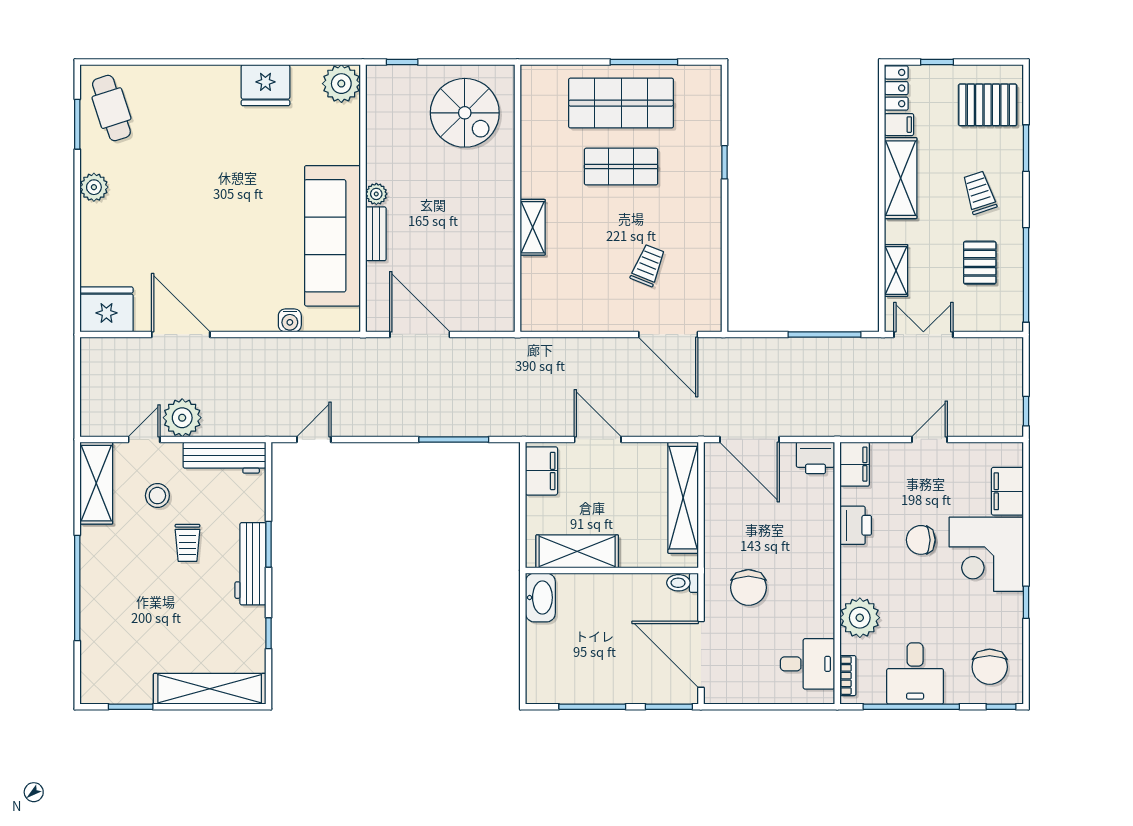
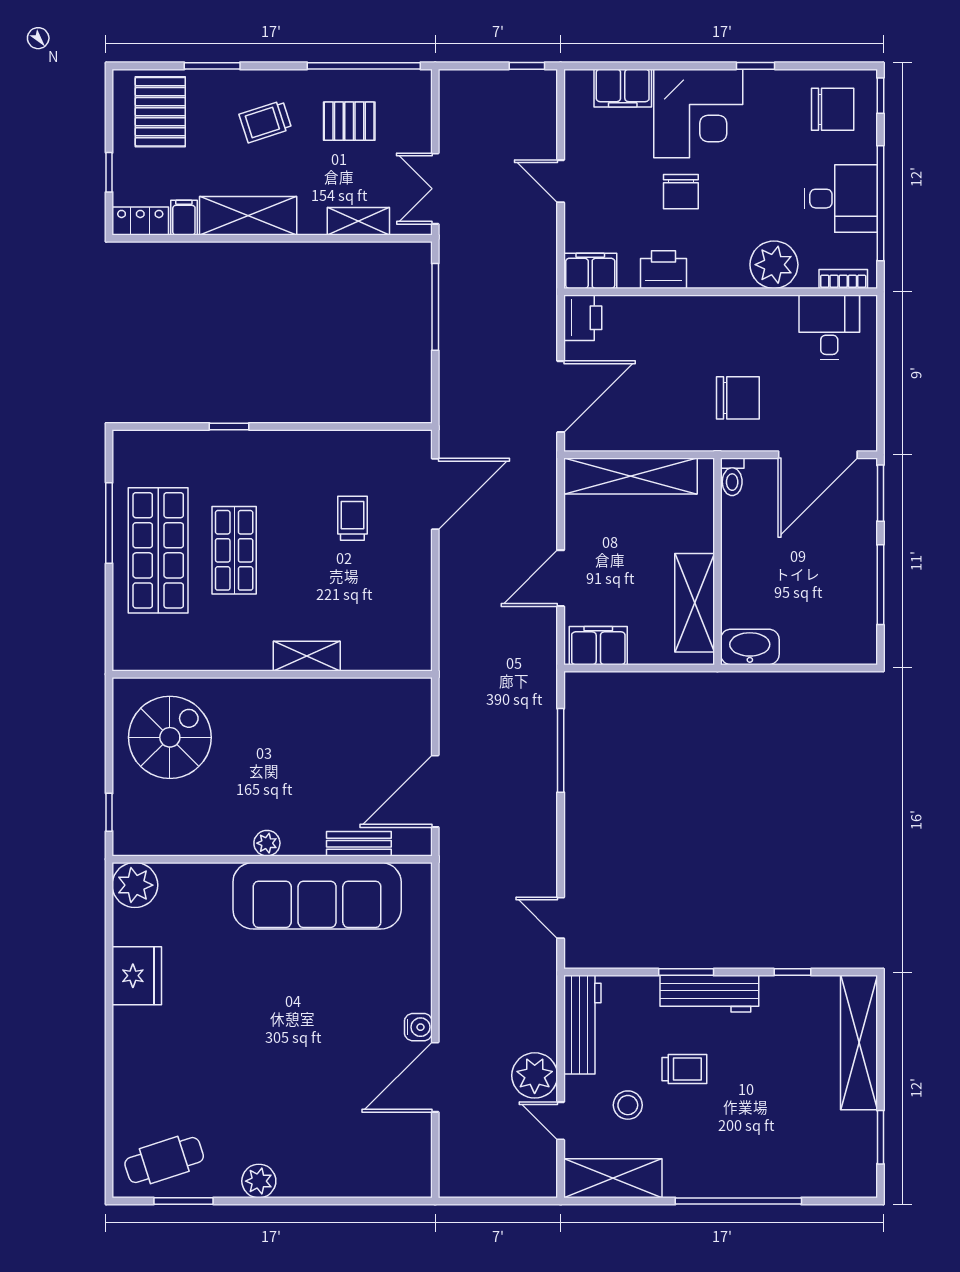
bench: (376, 234) -> (359, 844), moved
trolley: (648, 265) -> (352, 518), turned 68
fridge: (106, 309) -> (405, 1166), removed
water cooler: (290, 320) -> (418, 1027), moved

